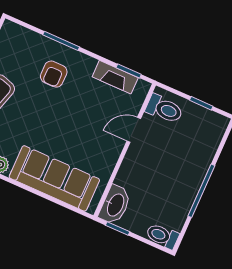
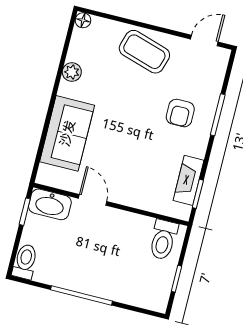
armchair: (54, 74) -> (180, 113), turned -90
door: (134, 130) -> (93, 200), moved
sofa: (54, 178) -> (67, 133), width x0.73

